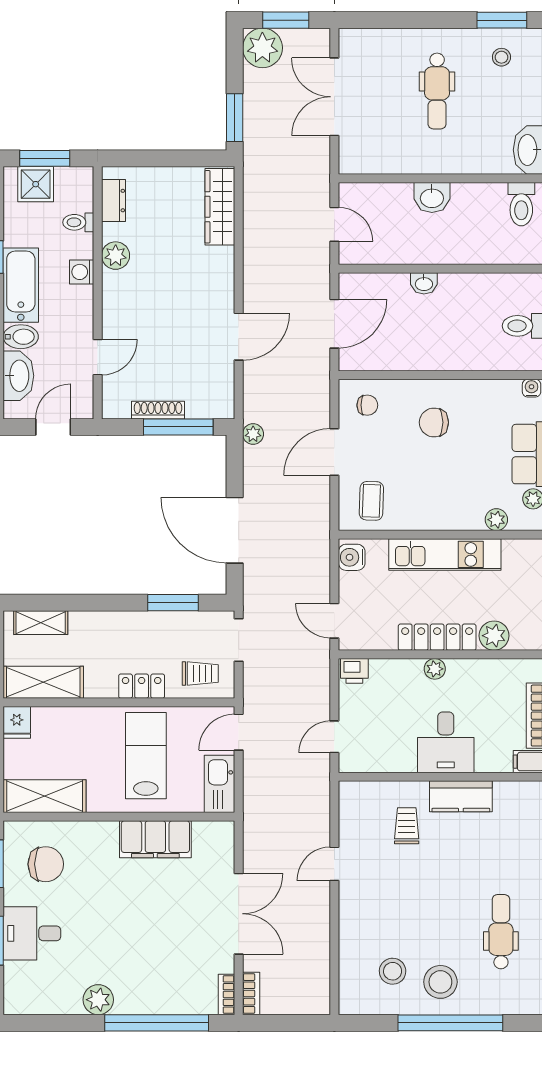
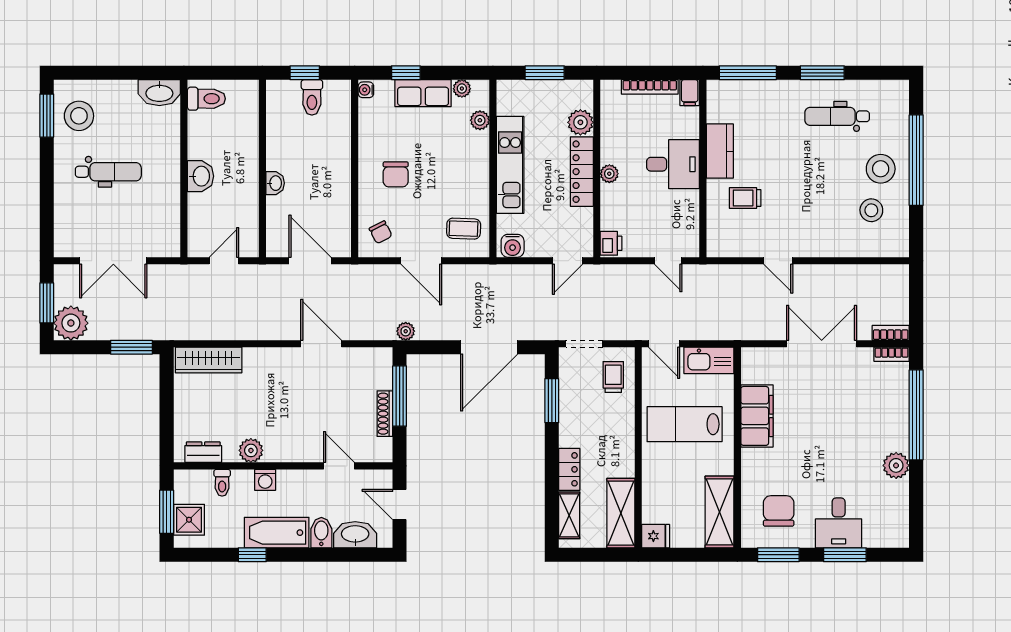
stool: (501, 57) -> (79, 116), width x1.89, depth x1.89
chair: (367, 405) -> (381, 232), turned 153
locker: (142, 686) -> (569, 469), moved, turned 180

